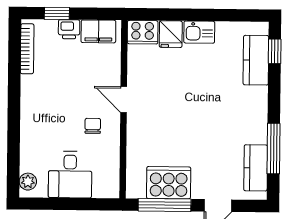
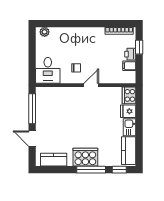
filing cabinet: (98, 31) -> (129, 66), width x0.50
kitchen counter: (256, 60) -> (129, 151), moved, turned -90
window: (274, 149) -> (91, 170), moved
desk: (70, 175) -> (48, 70), moved, turned -90
cooker: (169, 183) -> (85, 157), moved, turned -90

